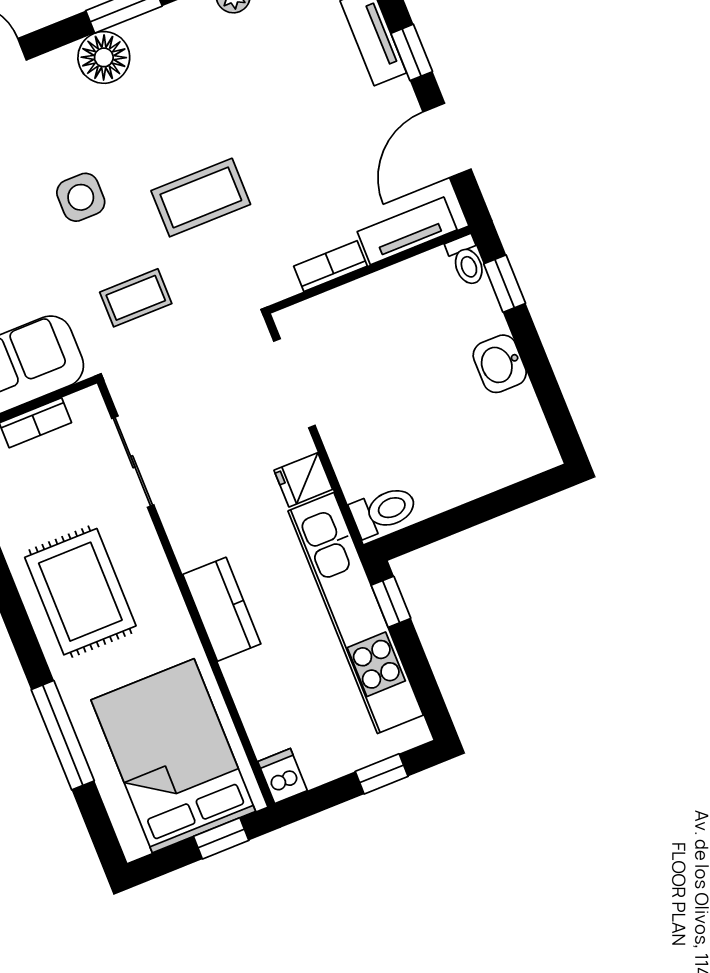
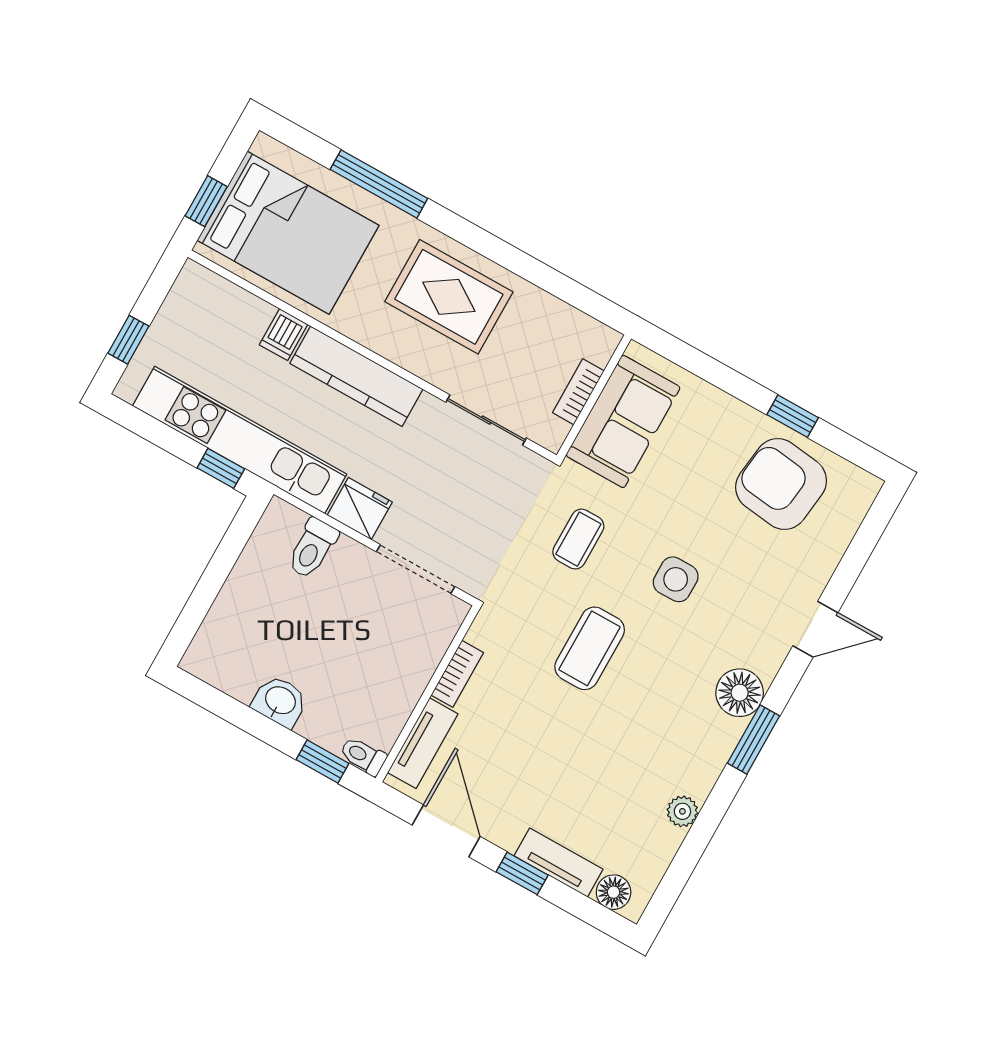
fridge: (303, 480) -> (360, 509), width x1.38
toilet: (384, 511) -> (312, 548), moved
kitchen counter: (222, 609) -> (356, 376), width x1.50
dishwasher: (283, 776) -> (284, 335), moved, turned 90

